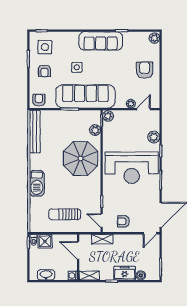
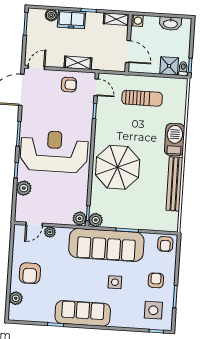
plant: (154, 38) -> (16, 298), moved
plant: (95, 130) -> (96, 220), moved
bench: (35, 132) -> (174, 184), moved
shelving: (102, 239) -> (78, 63), moved

